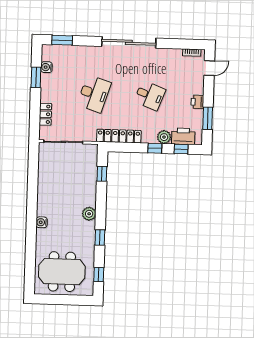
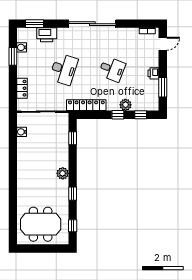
printer: (183, 136) -> (47, 35), moved, turned 180
water cooler: (42, 222) -> (22, 132), moved

